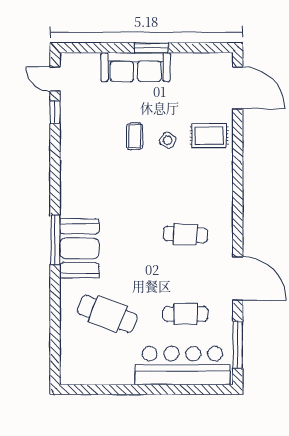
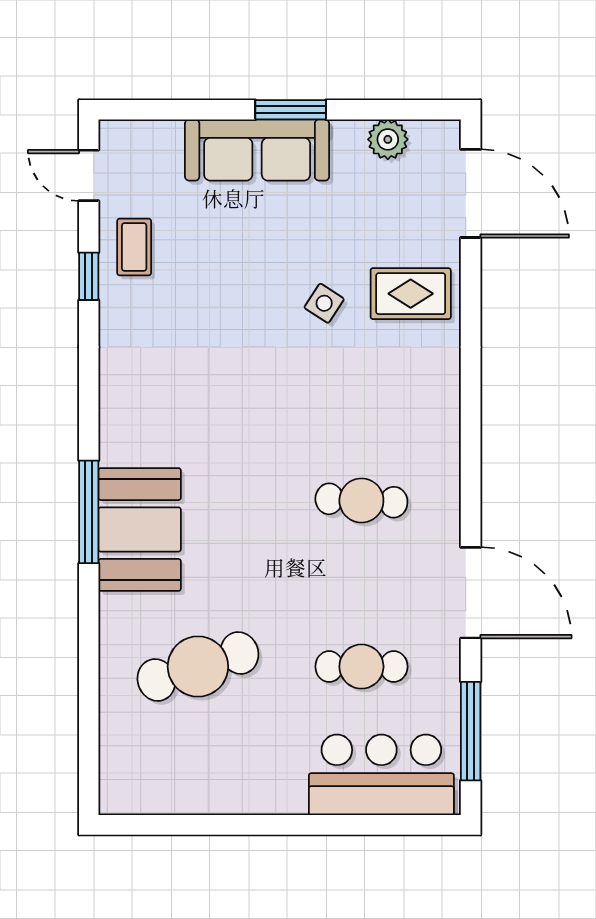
plant: (198, 62) -> (388, 139), added
window: (55, 112) -> (89, 276), moved
coffee table: (135, 136) -> (134, 247), moved
cafe table: (107, 314) -> (198, 667), turned -39
bar counter: (182, 366) -> (381, 775), width x0.73

